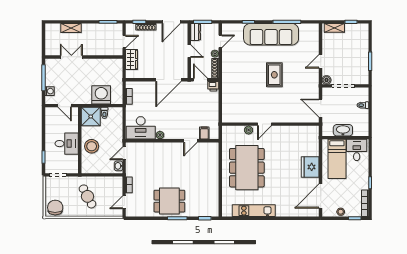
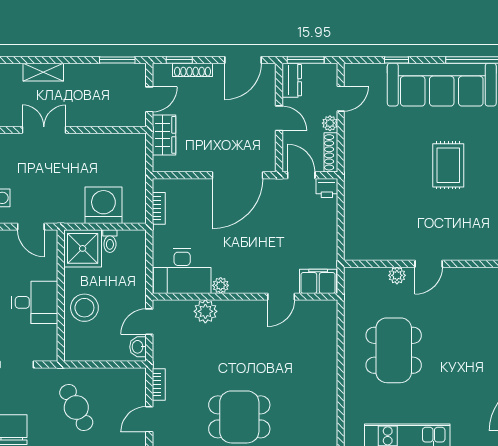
filing cabinet: (204, 133) -> (318, 281), width x2.00
plant: (152, 148) -> (205, 311), added
dining table: (247, 168) -> (394, 350), width x0.73, depth x0.80

